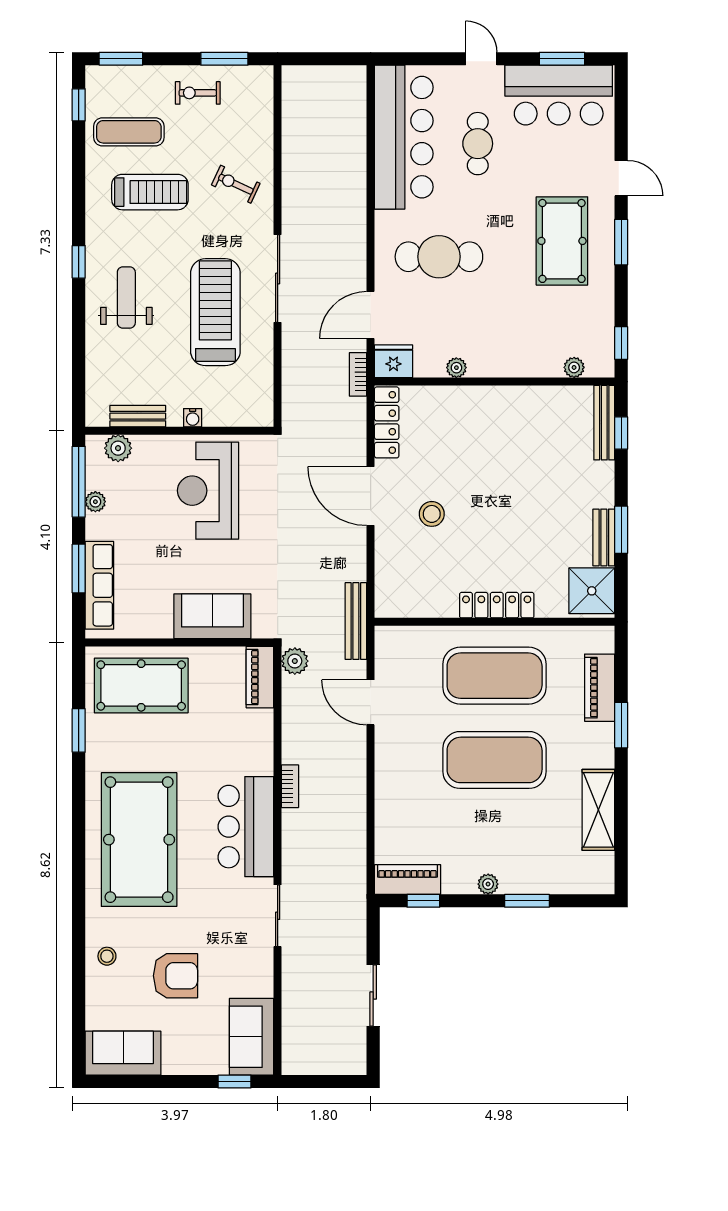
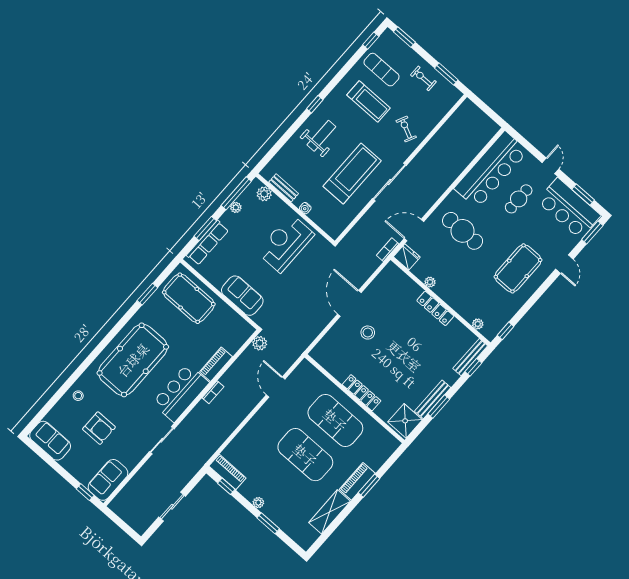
window: (621, 242) -> (592, 232), moved
locker: (387, 422) -> (435, 308), moved, turned 90
bench: (604, 538) -> (433, 399), width x1.36
bench: (356, 621) -> (299, 349), removed
piano: (260, 677) -> (216, 364), moved
piano: (600, 688) -> (357, 481), moved

